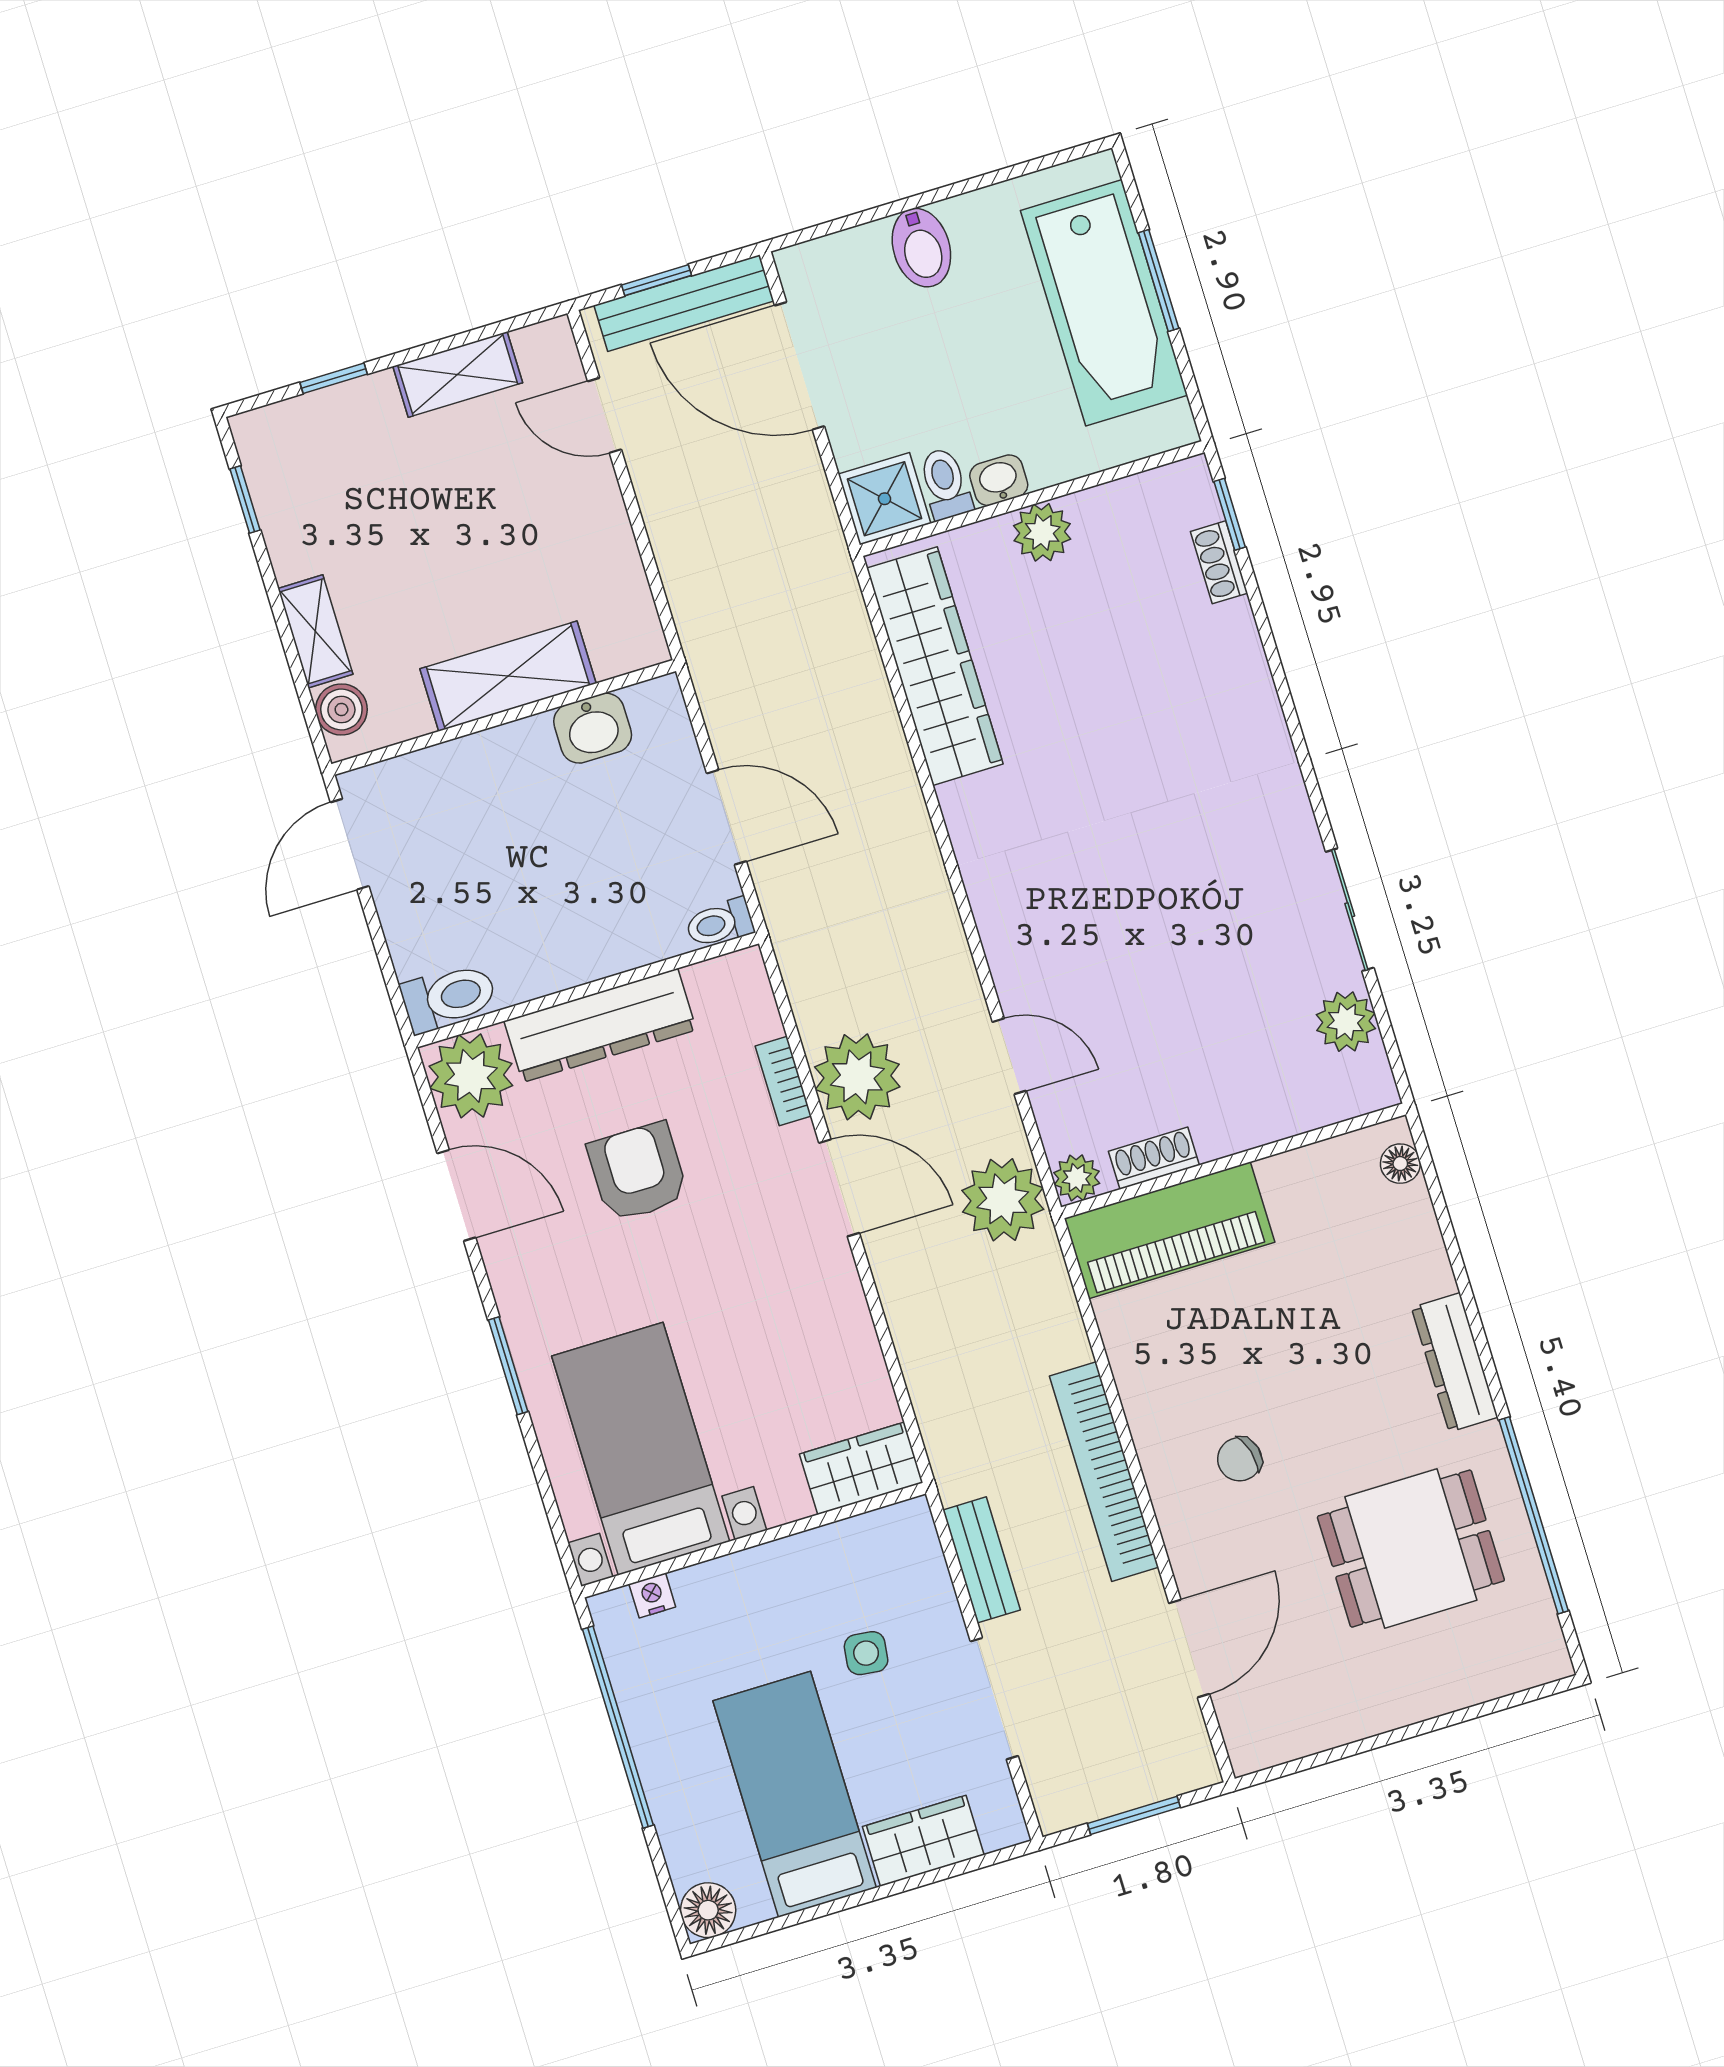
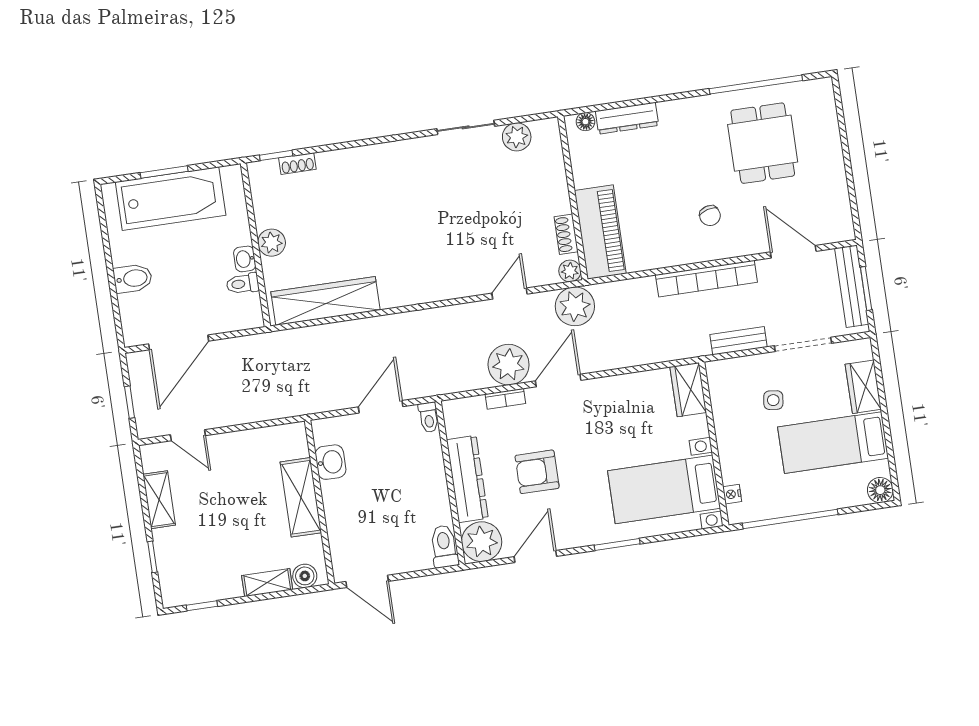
bench: (684, 303) -> (852, 286), moved
door: (604, 415) -> (188, 435), hinge flipped
shower: (885, 499) -> (245, 313), removed
dresser: (1455, 1362) -> (627, 118), moved

